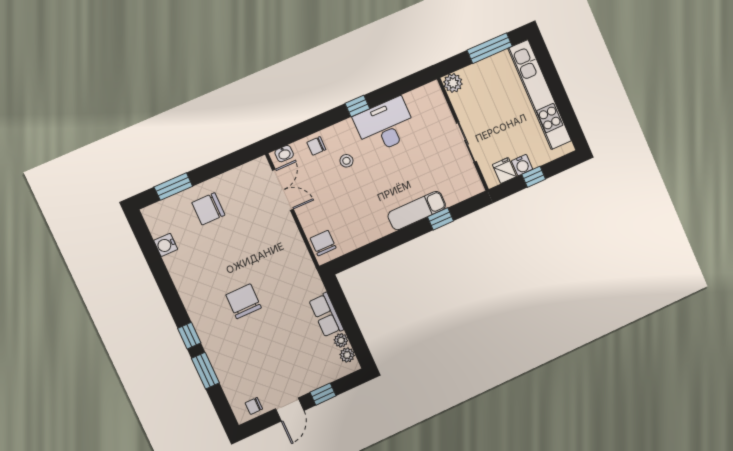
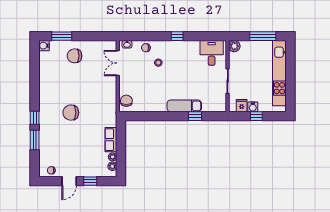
desk: (385, 126) -> (212, 53), moved, width x0.73
double door: (283, 190) -> (118, 63), swing flipped
water cooler: (166, 245) -> (44, 46), moved
chair: (244, 301) -> (71, 113), turned -90

